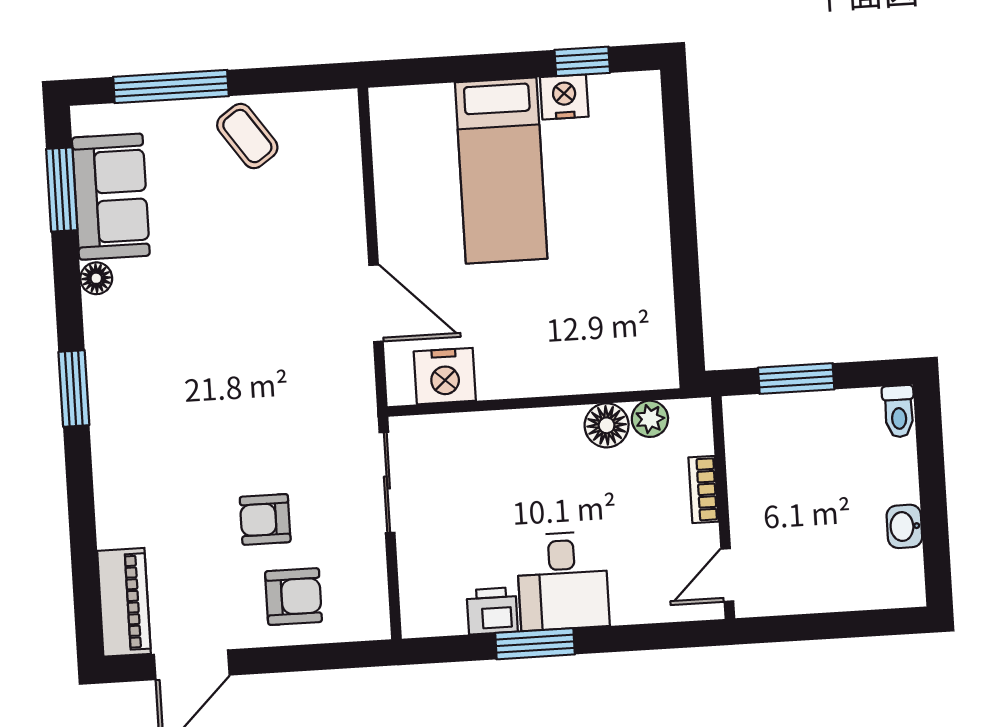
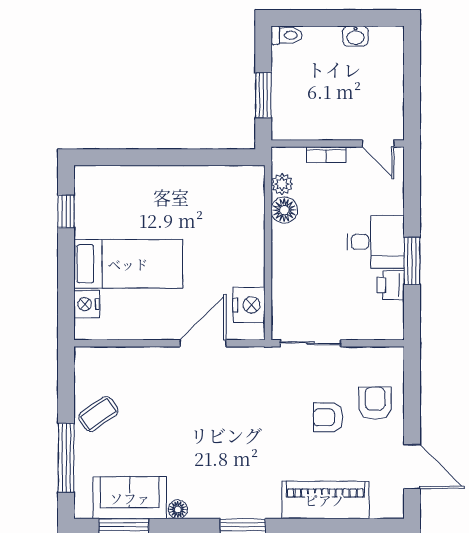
nightstand: (564, 97) -> (87, 304), moved
armchair: (265, 519) -> (328, 417), turned 90
piano: (124, 602) -> (325, 500), moved, width x1.37, depth x1.33

